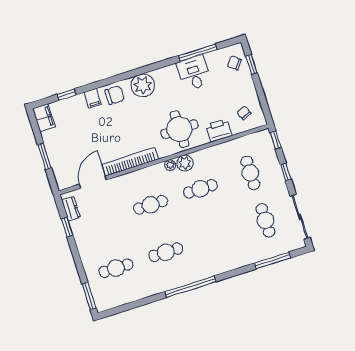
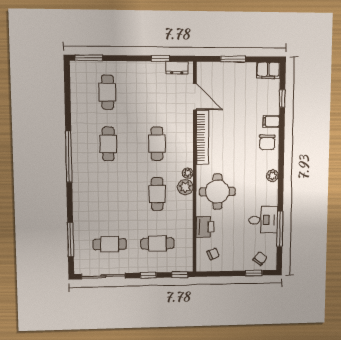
plant: (143, 85) -> (272, 176), width x0.53, depth x0.53

